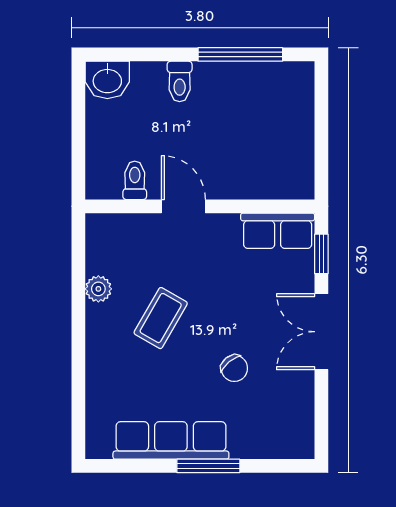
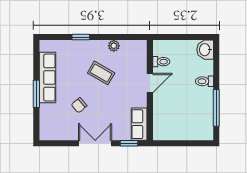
window: (78, 365) -> (81, 37), added

